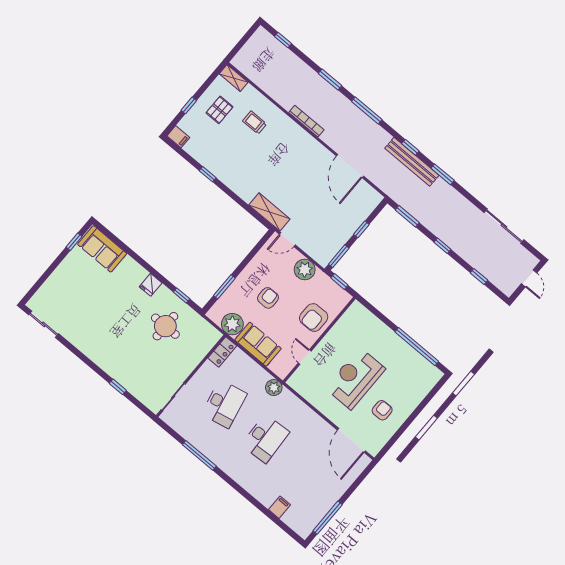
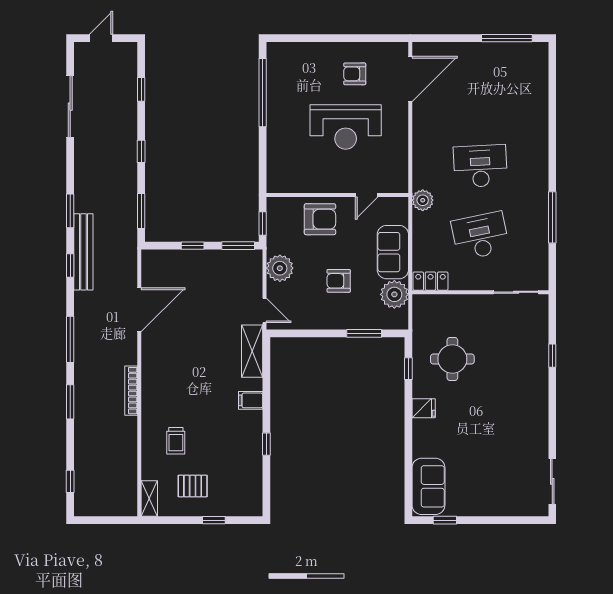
filing cabinet: (178, 137) -> (251, 400), moved, turned -90
filing cabinet: (279, 507) -> (537, 95), removed

